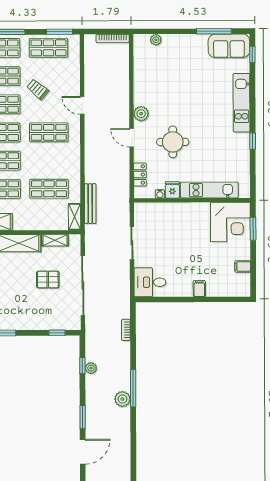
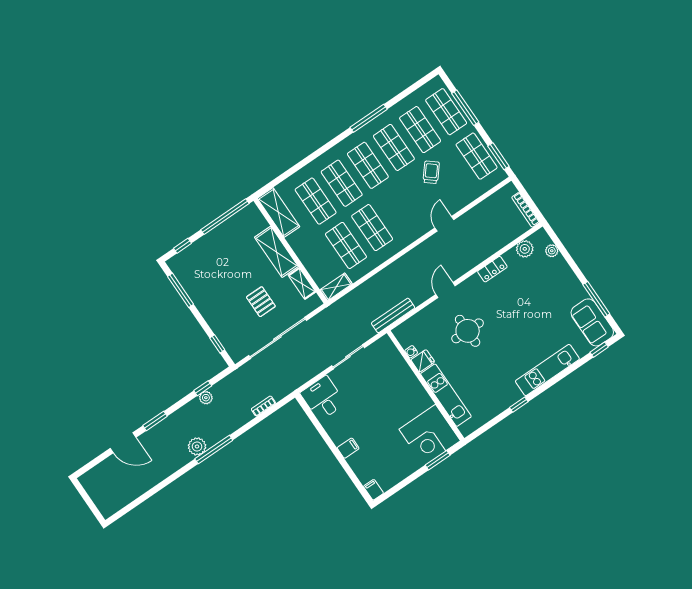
plant: (141, 114) -> (525, 249), moved
shop shelf: (49, 132) -> (372, 228), moved
locker: (140, 175) -> (492, 269), moved
bench: (90, 204) -> (393, 315), moved
filing cabinet: (243, 267) -> (374, 490), moved

